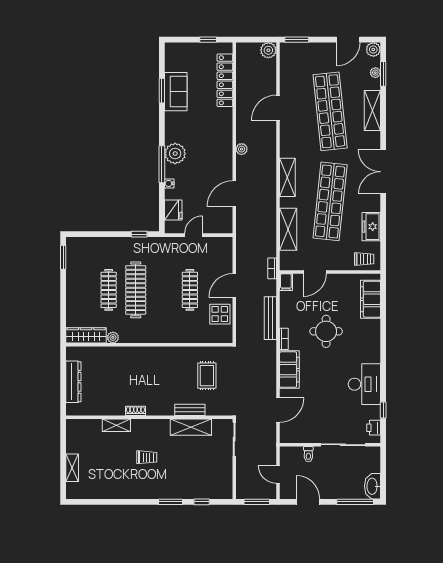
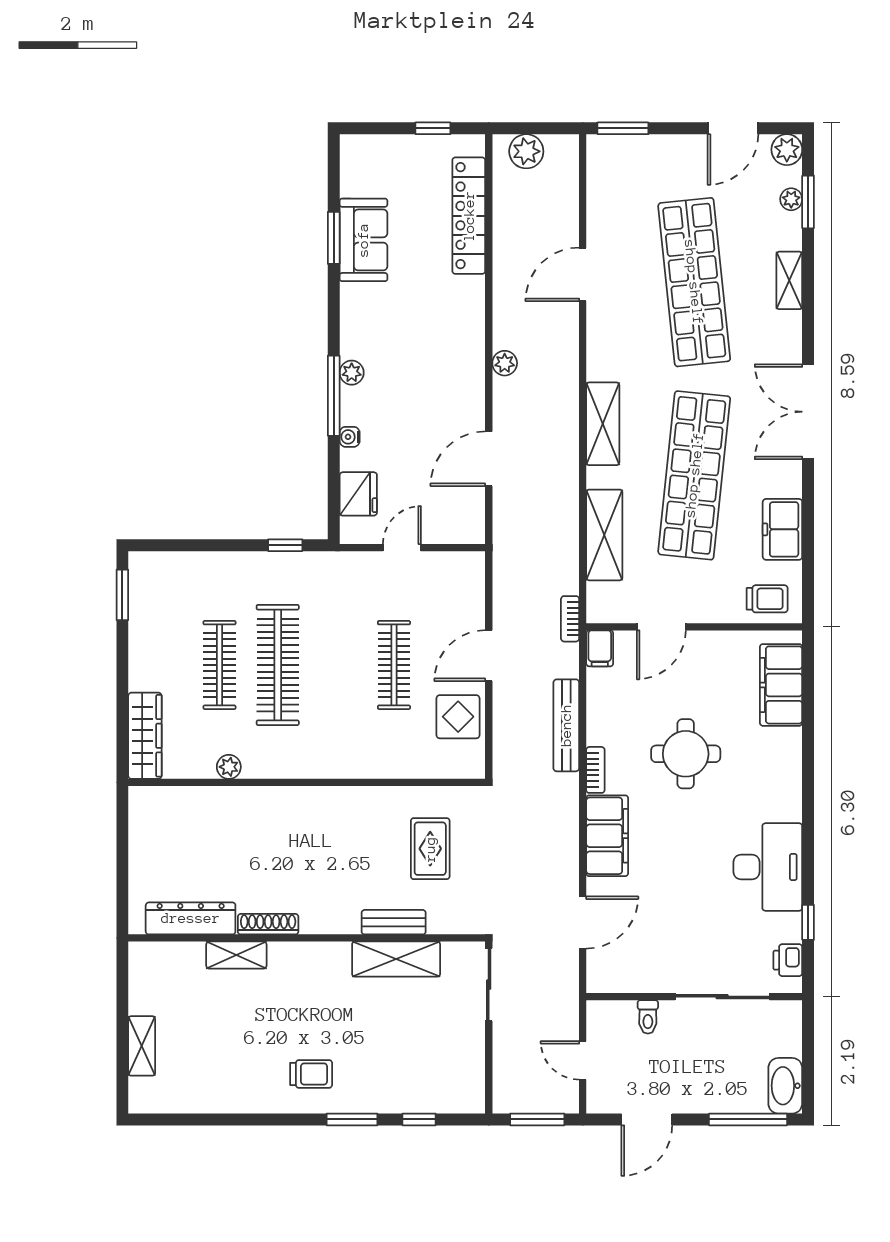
plant: (268, 50) -> (526, 151), moved
shelving: (372, 110) -> (789, 280), width x0.67, depth x0.75
plant: (175, 154) -> (352, 373), width x0.53, depth x0.53
wardrobe: (86, 335) -> (145, 736), moved, turned 90
dresser: (73, 382) -> (191, 918), moved, turned -90
shoe rack: (135, 411) -> (268, 924), width x1.43
trolley: (147, 457) -> (311, 1074), moved
door: (308, 502) -> (647, 1119), swing flipped

